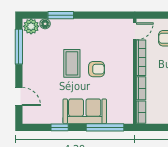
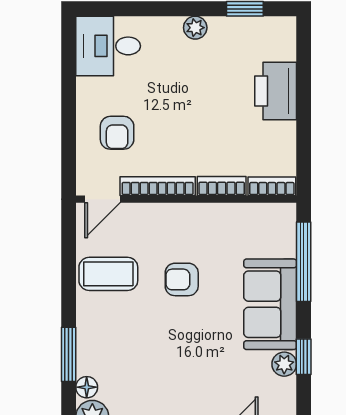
door: (135, 31) -> (102, 199), swing flipped
coffee table: (72, 63) -> (108, 274), moved
armchair: (97, 69) -> (182, 279), turned -90
plant: (56, 118) -> (284, 364), added

